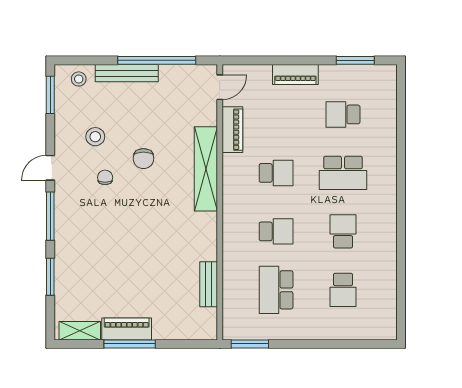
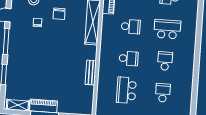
school desk: (343, 173) -> (167, 29), turned 180
bench: (209, 284) -> (91, 73), moved
school desk: (343, 290) -> (163, 93), turned 180

